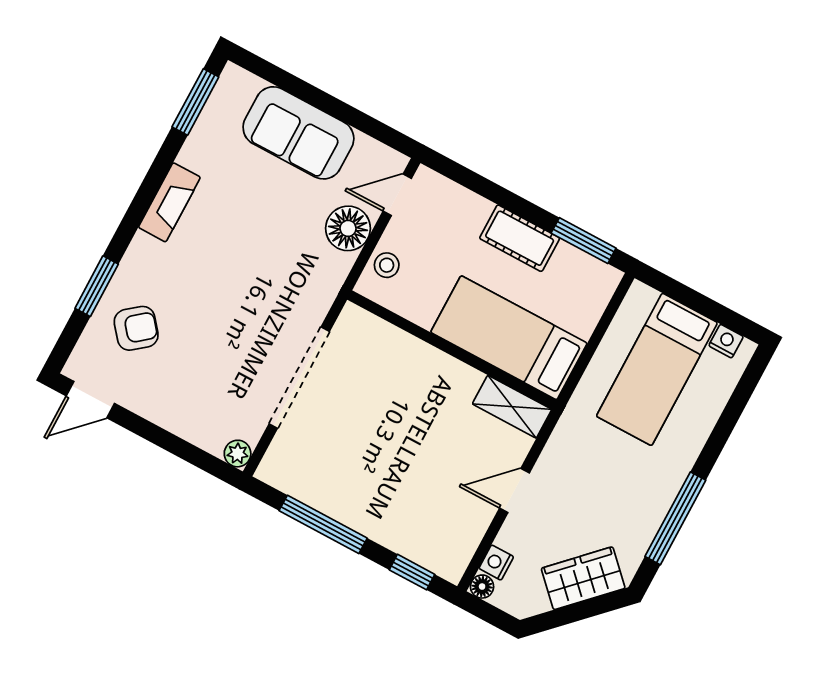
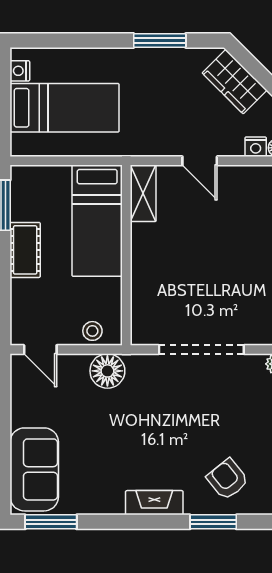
sofa: (298, 133) -> (34, 469), moved
fireplace: (169, 202) -> (154, 503), moved
floor lamp: (348, 228) -> (107, 371), moved
window: (675, 518) -> (160, 41), width x0.69

